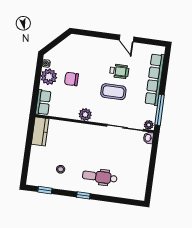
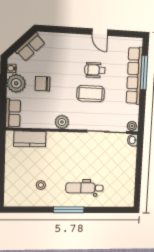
row of seats: (64, 47) -> (30, 47), added
wheelchair: (119, 71) -> (95, 70), turned 180
window: (160, 110) -> (144, 72), moved
kitchen counter: (40, 131) -> (30, 139), moved, turned 90
window: (45, 190) -> (26, 210), removed
window: (83, 195) -> (69, 210), width x2.17

